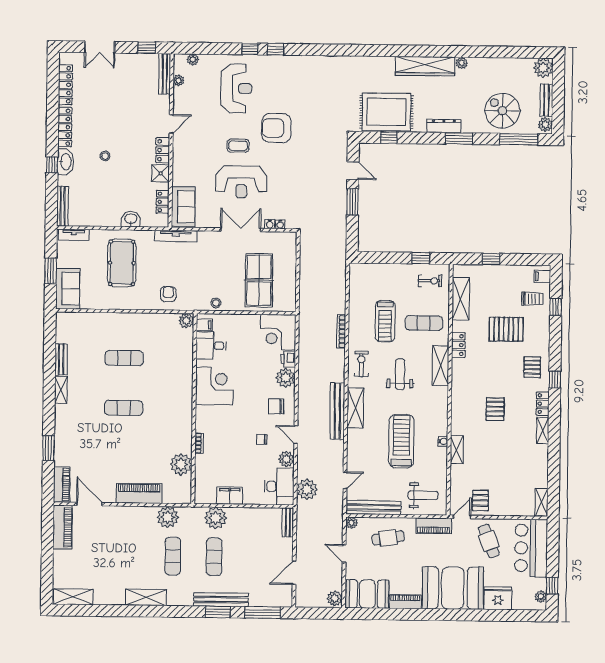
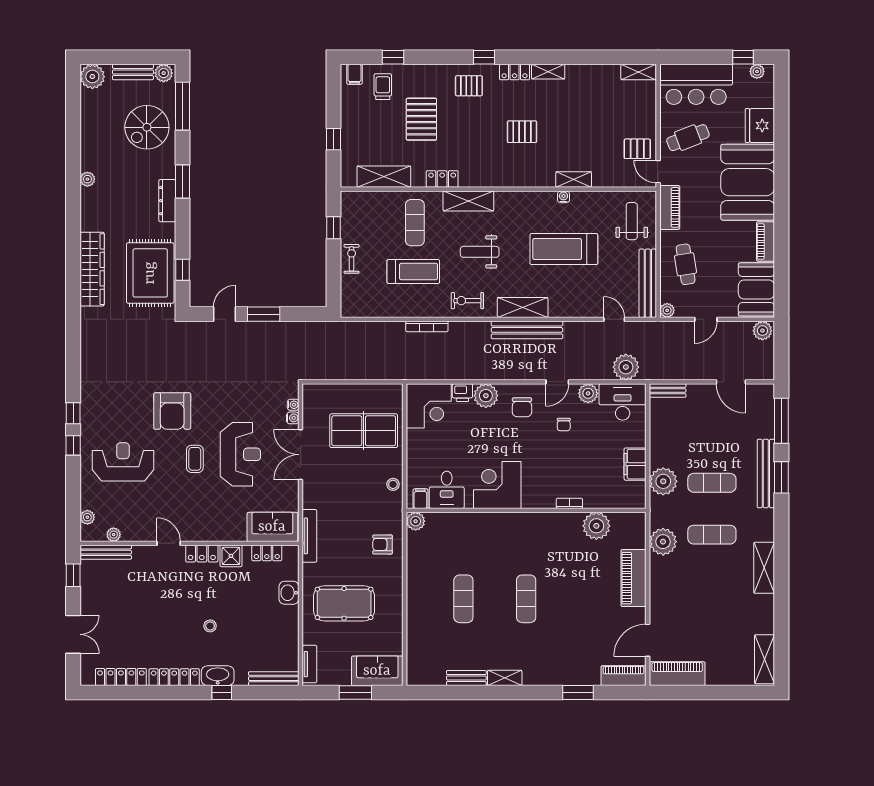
wardrobe: (425, 66) -> (92, 269), moved
exercise bike: (430, 281) -> (352, 259), moved

